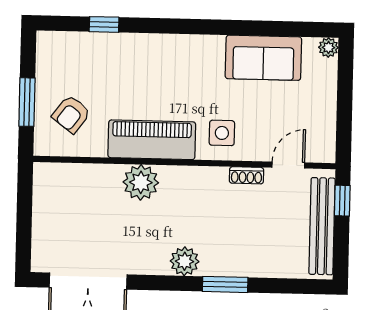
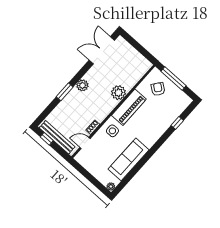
sofa: (263, 58) -> (129, 159), width x1.36
window: (27, 102) -> (173, 79), width x1.44
door: (288, 165) -> (85, 143), swing flipped
window: (342, 201) -> (47, 139), moved

